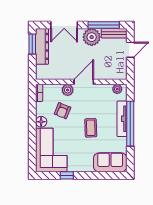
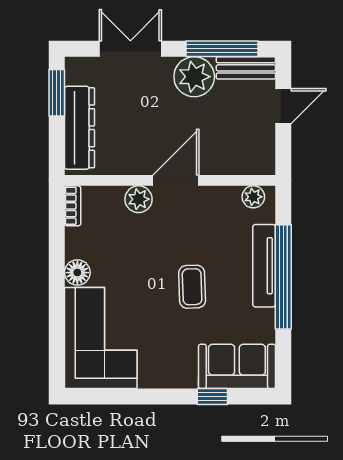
double door: (64, 25) -> (130, 49), swing flipped
dresser: (42, 46) -> (79, 128), moved
armchair: (63, 111) -> (127, 247), removed
window: (67, 175) -> (212, 396), moved

